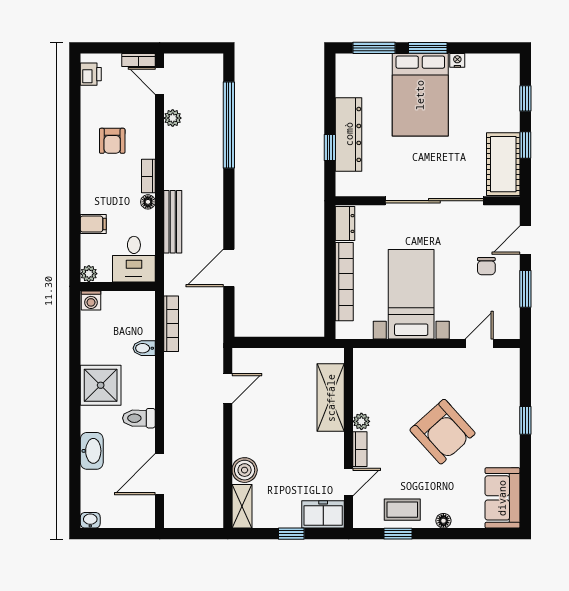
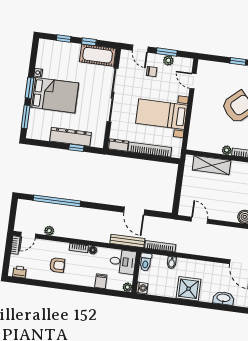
bench: (173, 222) -> (127, 241), moved
plant: (511, 294) -> (168, 60), added
toilet: (139, 418) -> (146, 262), moved

